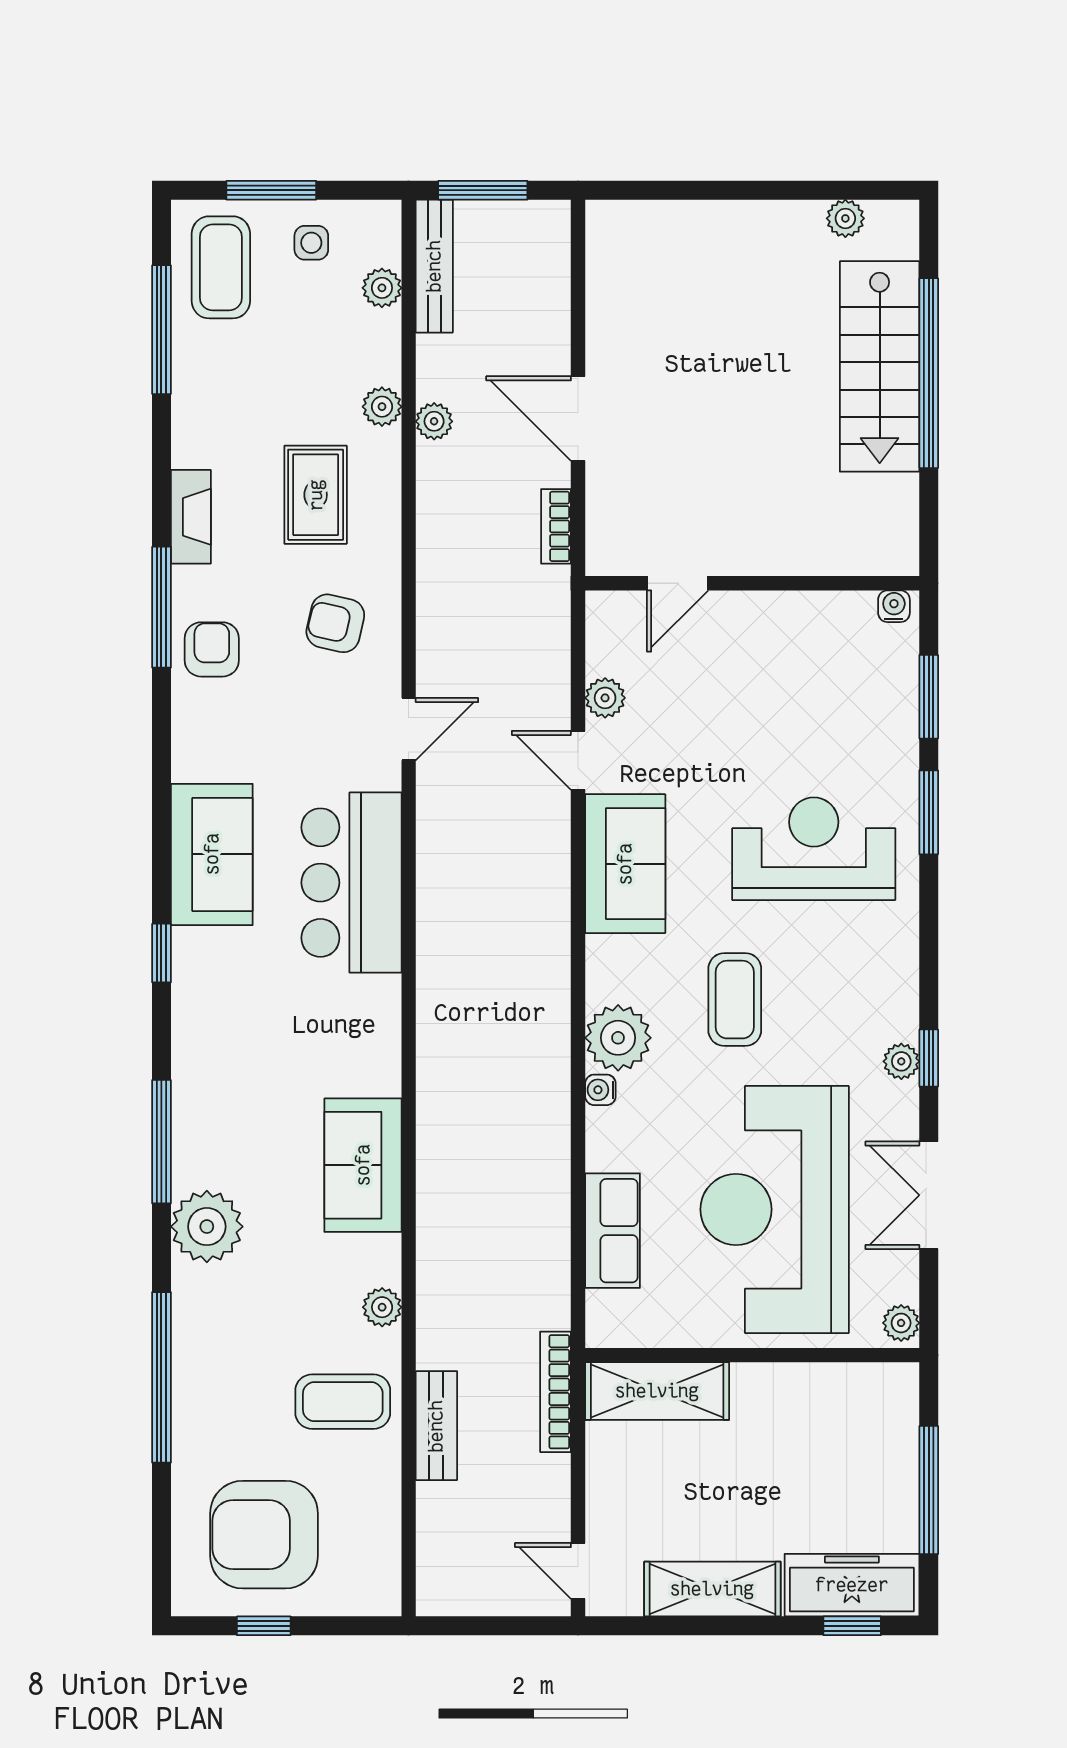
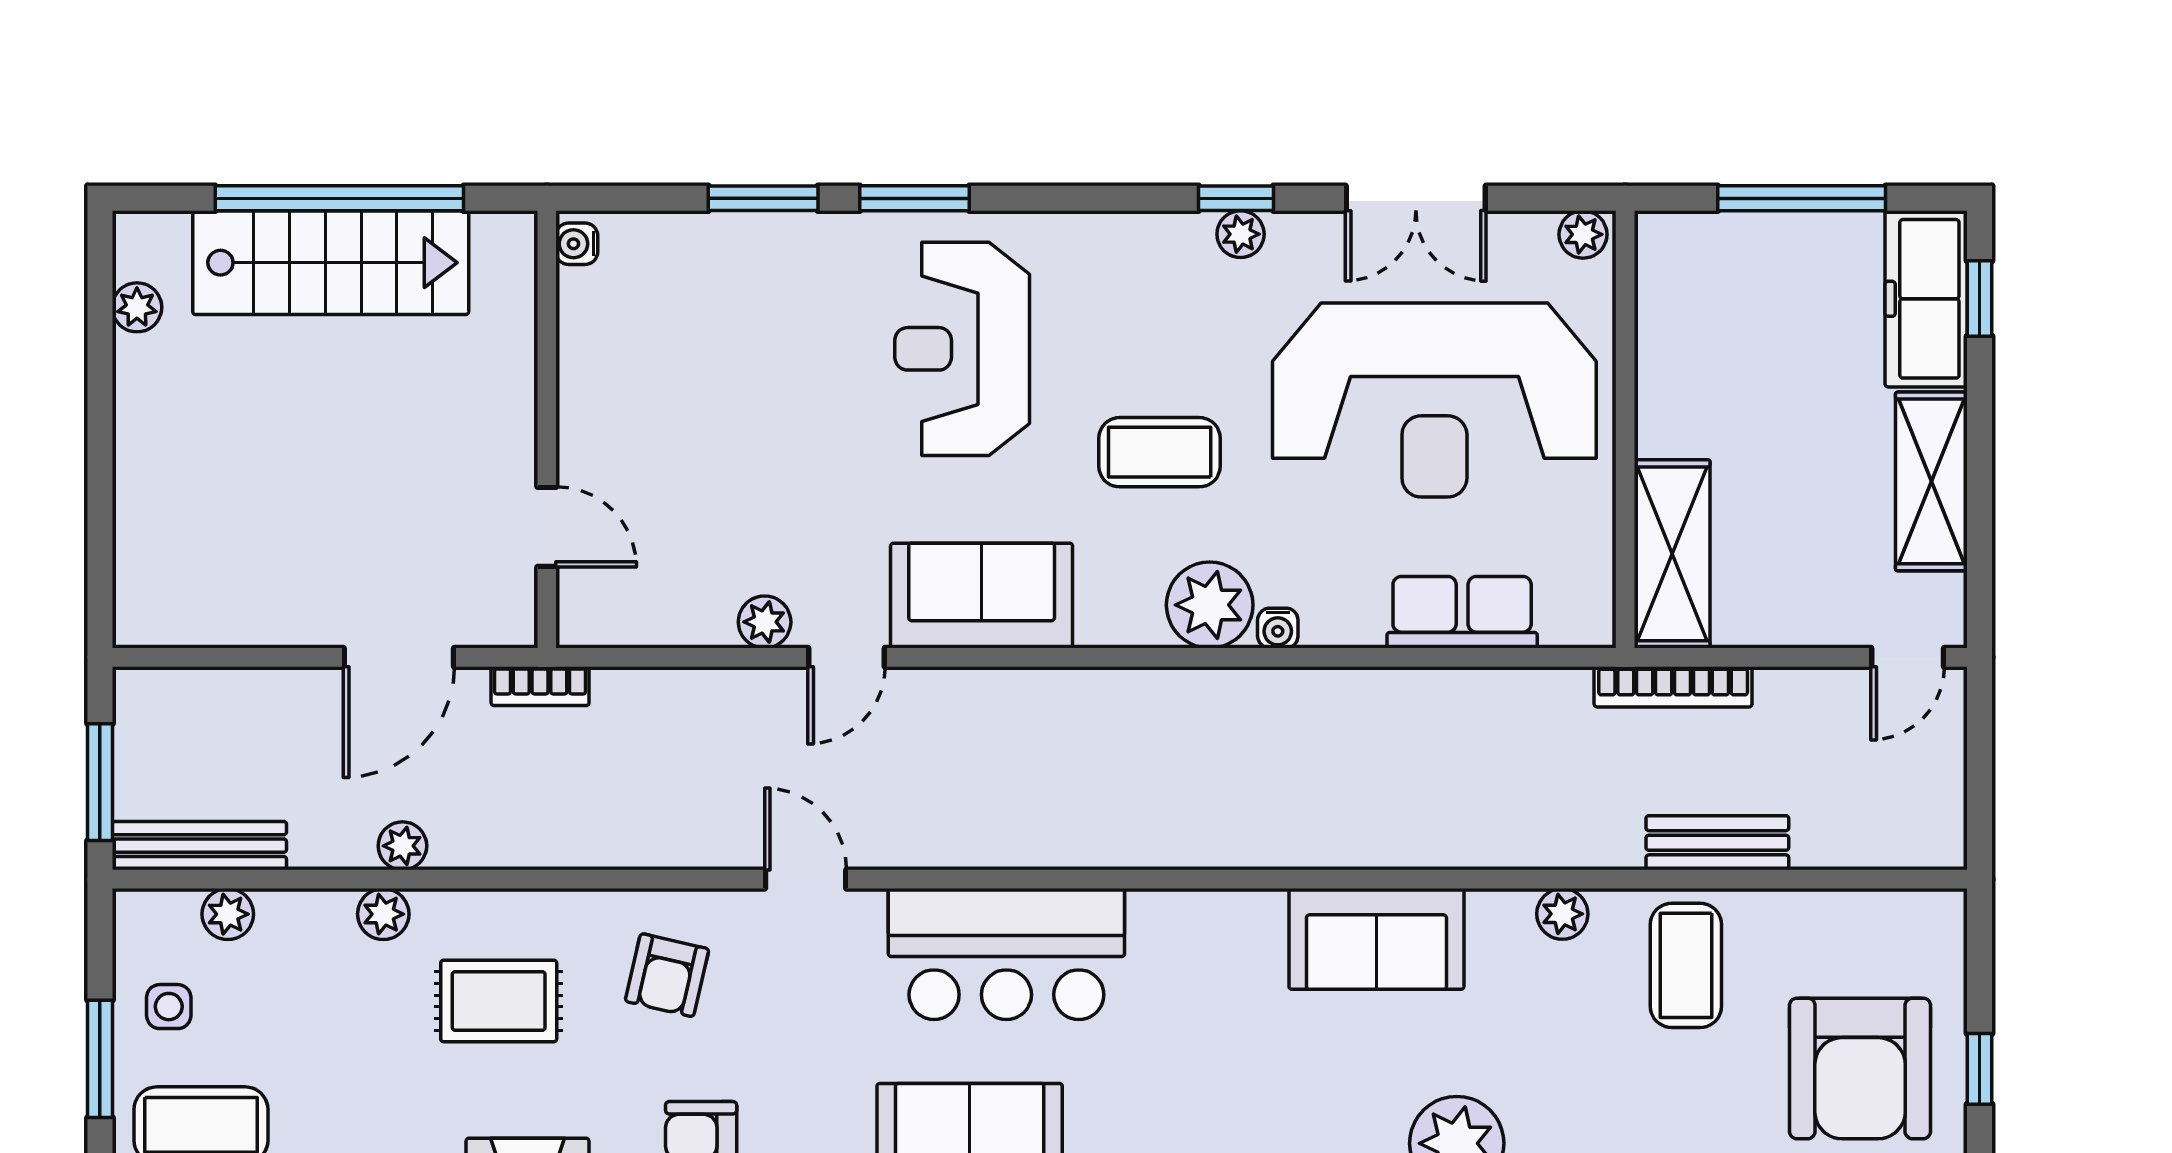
door: (678, 583) -> (547, 527), moved
wall: (752, 583) -> (547, 429), moved
water cooler: (894, 606) -> (577, 244), moved

